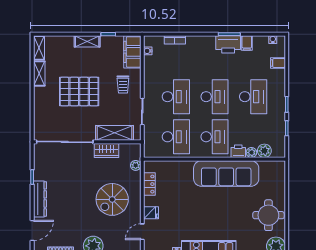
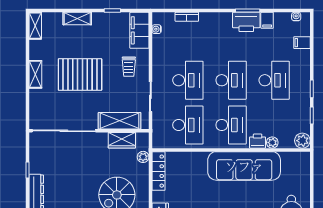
shelving: (87, 41) -> (77, 19), moved
shelving: (39, 74) -> (35, 74), moved
wardrobe: (106, 150) -> (122, 140), moved
plant: (264, 151) -> (302, 141), moved
locker: (149, 184) -> (158, 171), width x1.53

